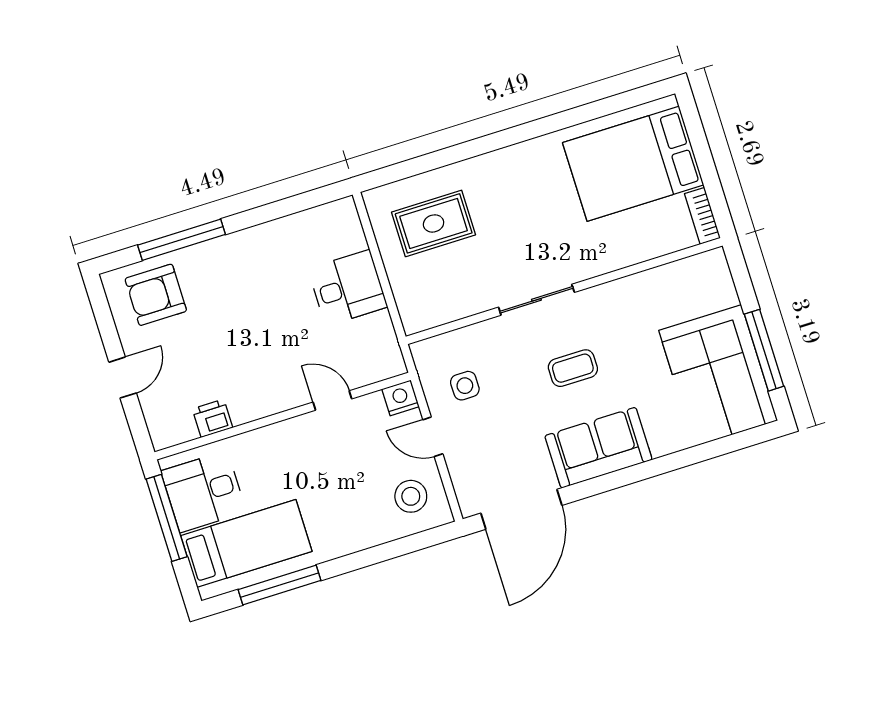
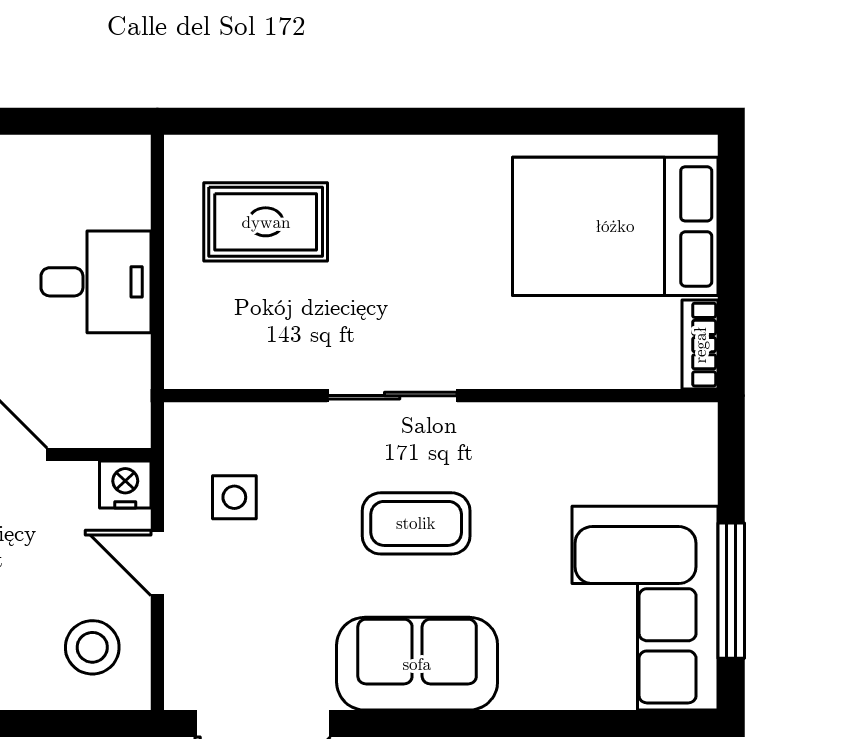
coffee table: (573, 368) -> (416, 523), width x1.36, depth x1.30

